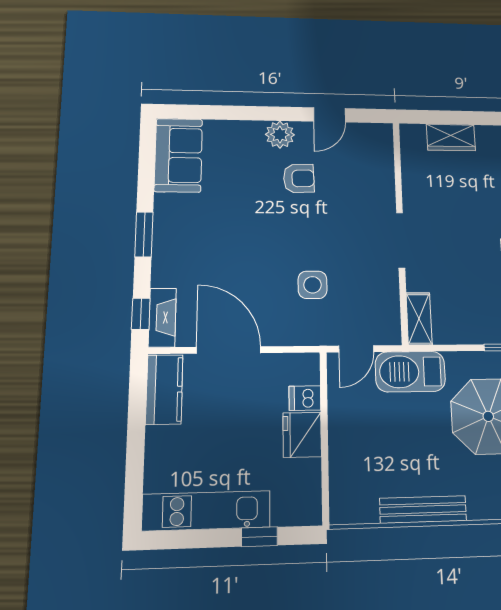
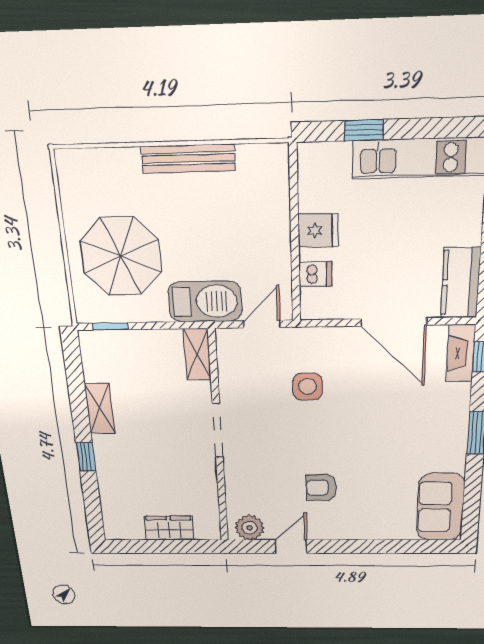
plant: (280, 135) -> (250, 528), moved
fridge: (302, 435) -> (318, 230), width x0.72

